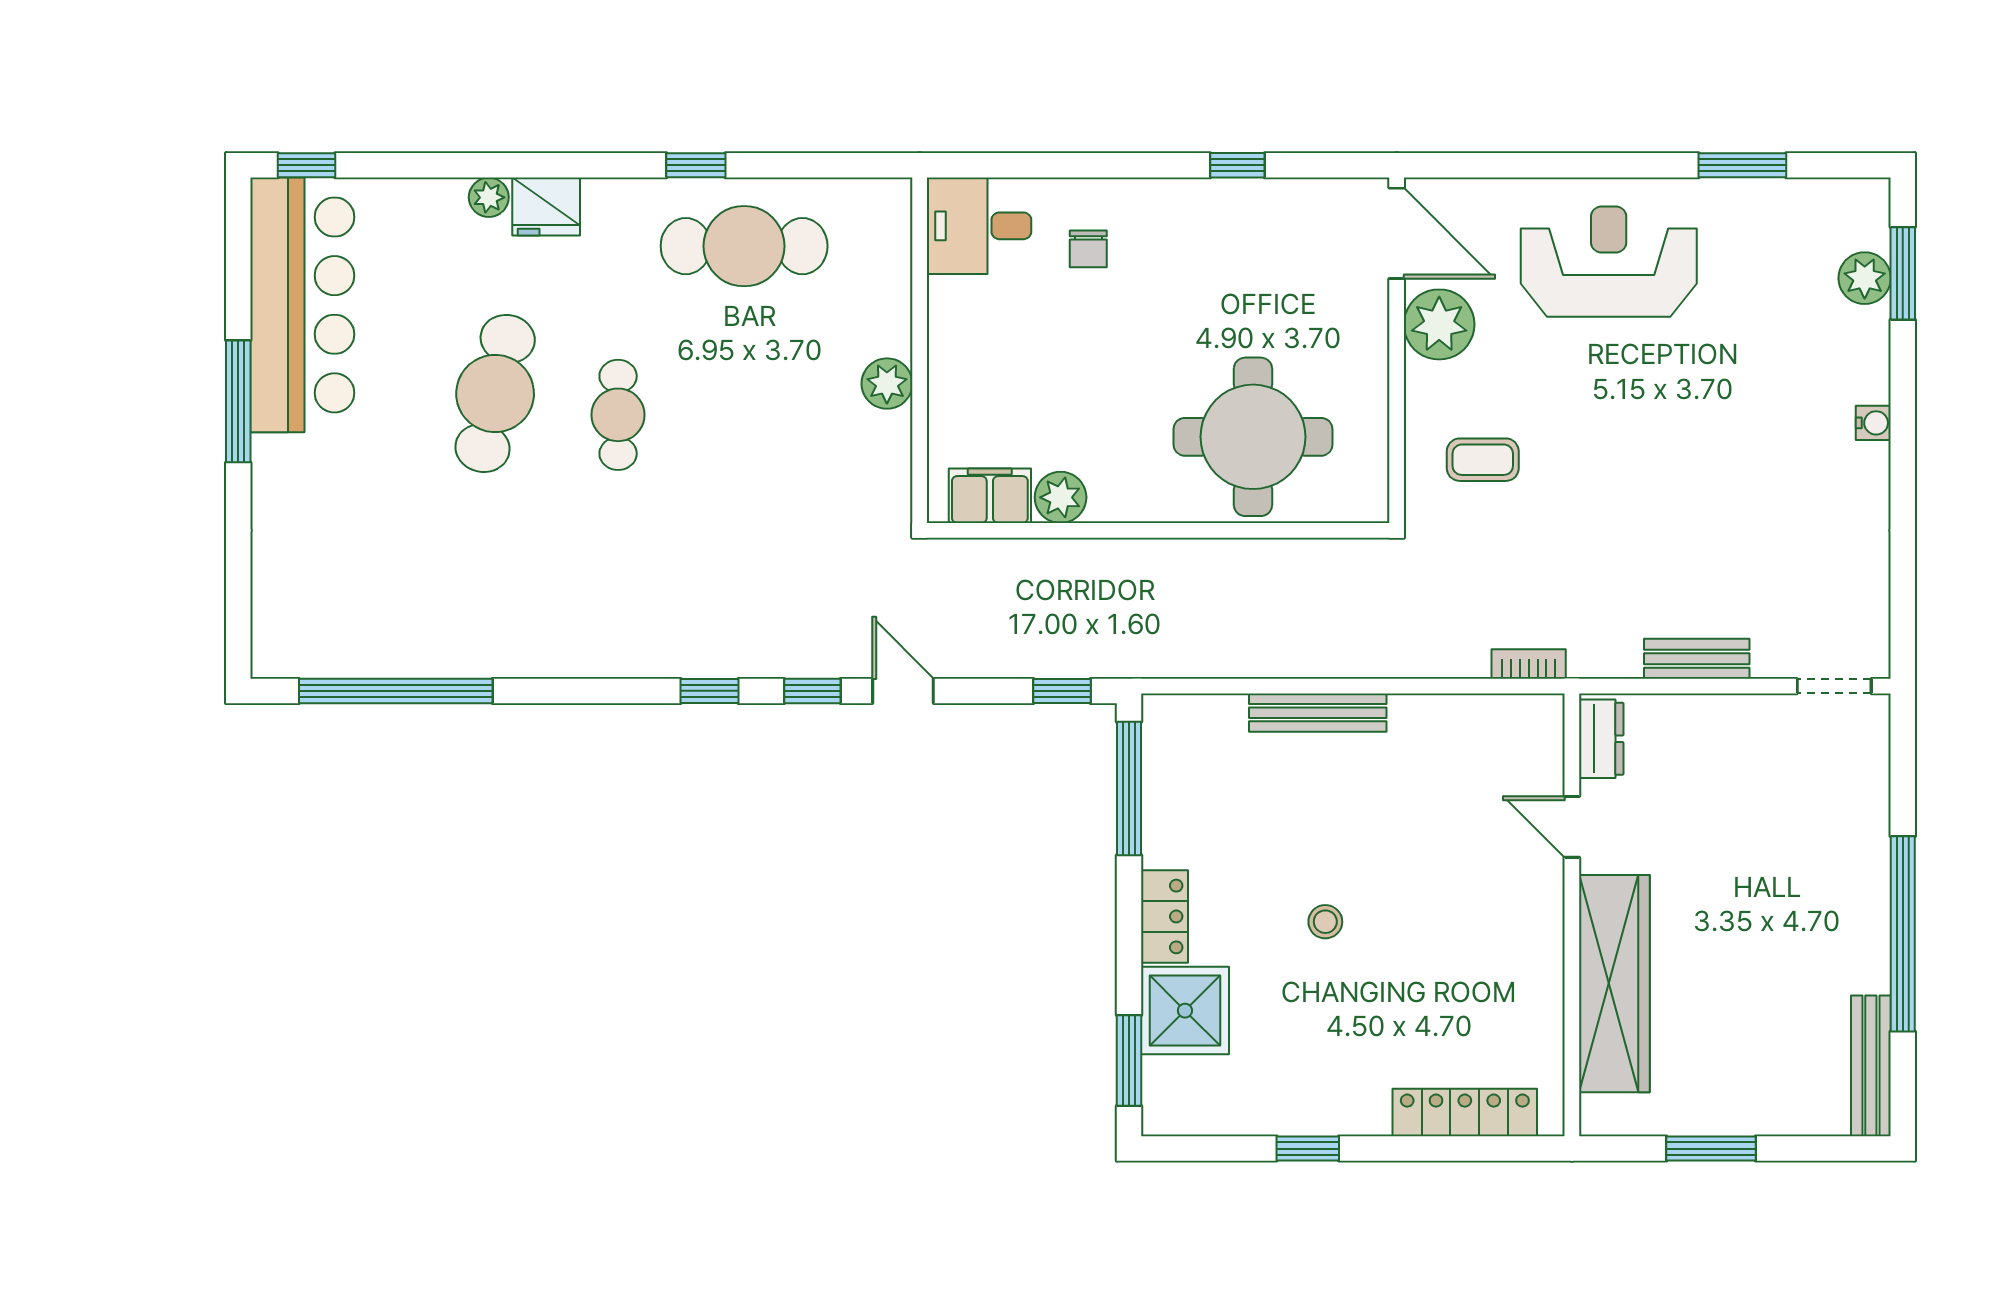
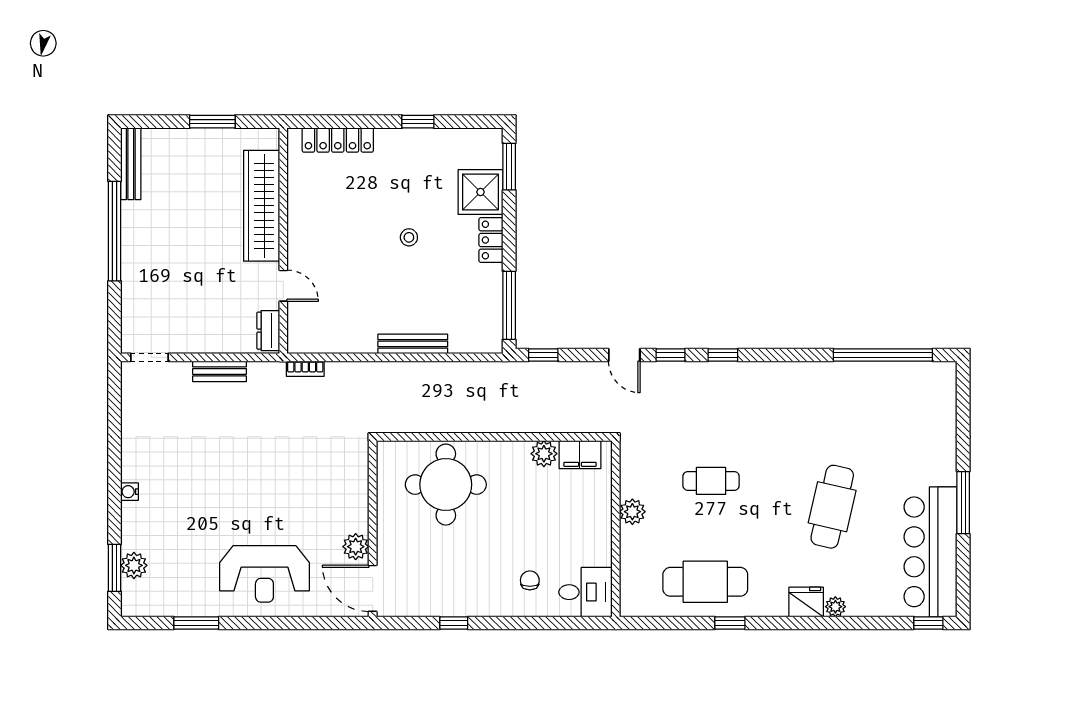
plant: (1439, 324) -> (356, 547), width x0.73, depth x0.73
cafe table: (618, 415) -> (711, 481), moved, turned 90
coffee table: (1483, 460) -> (329, 473), removed

